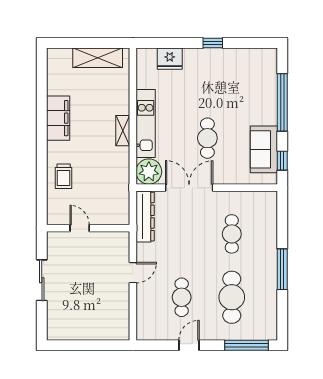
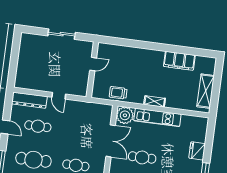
fridge: (170, 59) -> (197, 151), moved
filing cabinet: (58, 118) -> (179, 61), moved
trolley: (64, 176) -> (118, 93), moved
dresser: (145, 217) -> (29, 100), moved

